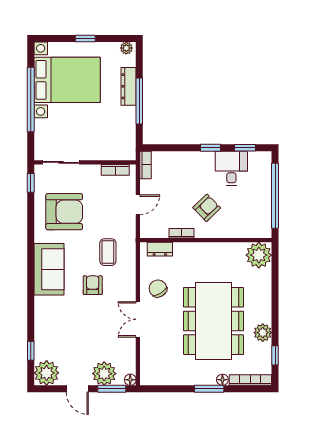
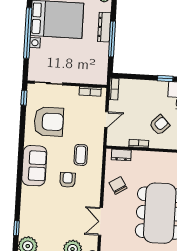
double door: (138, 319) -> (100, 221), moved

